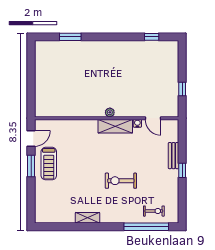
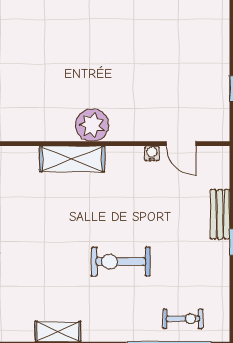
plant: (110, 112) -> (92, 125), width x1.87, depth x1.87
shelving: (115, 126) -> (72, 159), moved

